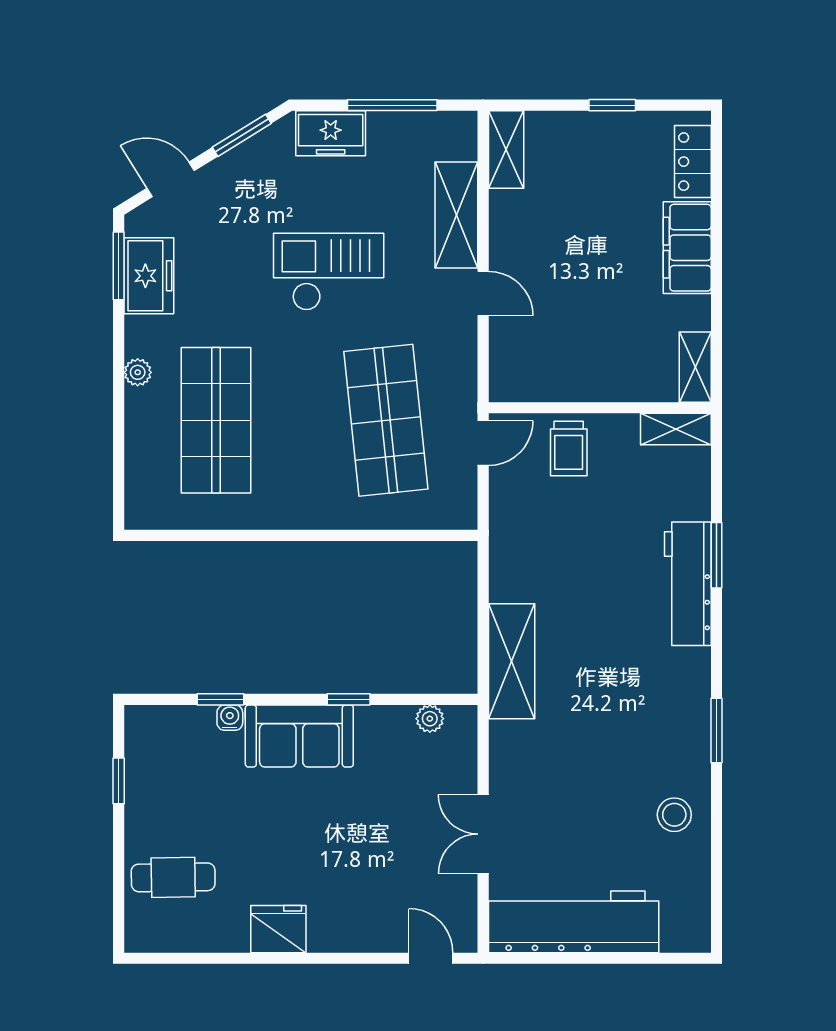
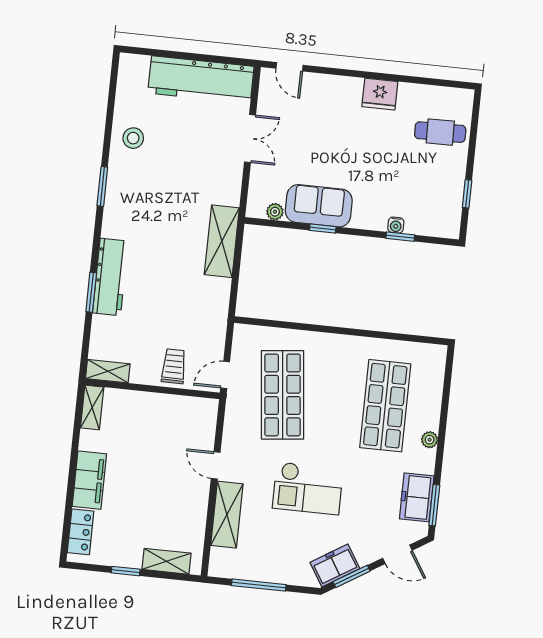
freezer: (331, 133) -> (335, 565), moved, turned -32
shelving: (506, 150) -> (167, 561), moved, turned 90
sofa: (299, 736) -> (319, 206), moved

